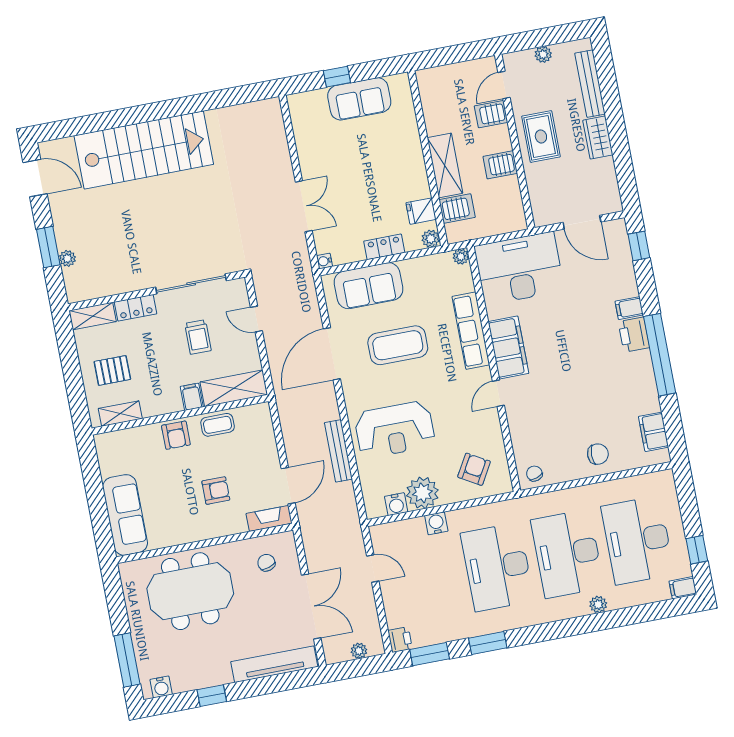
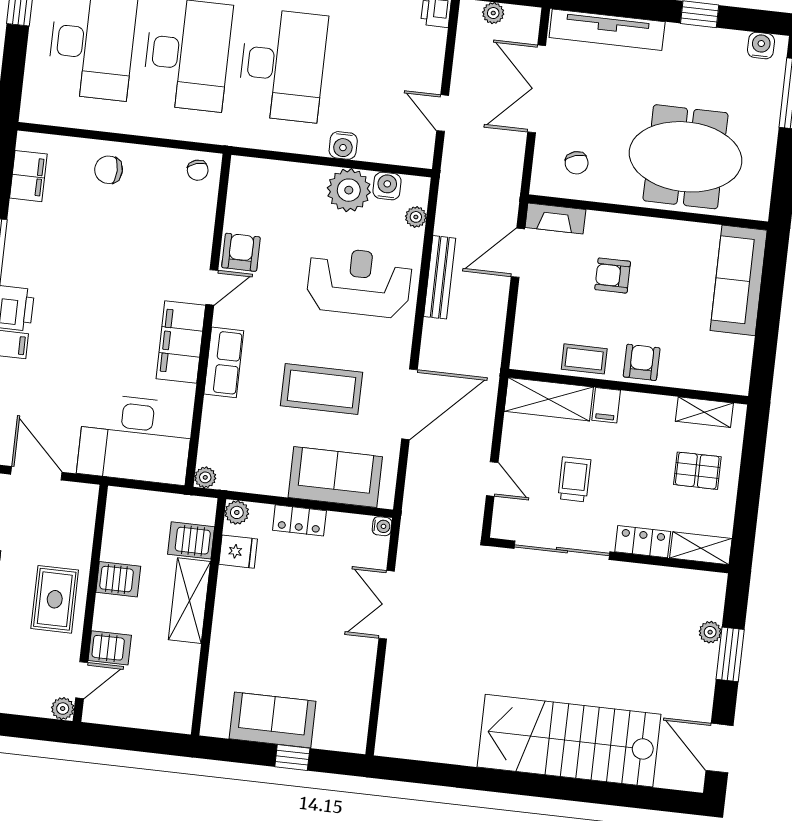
plant: (543, 54) -> (63, 709), moved
row of seats: (471, 331) -> (224, 362), width x0.68
armchair: (474, 469) -> (241, 252), moved, turned 150
plant: (369, 489) -> (416, 217), added

